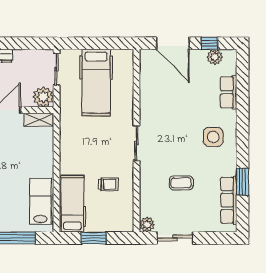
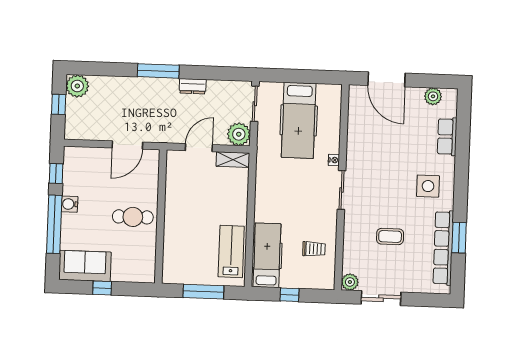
window: (209, 43) -> (428, 81), removed
nightstand: (129, 117) -> (334, 160), added
trolley: (108, 184) -> (314, 249), moved
row of seats: (229, 200) -> (443, 248), width x1.36
window: (94, 238) -> (289, 295), width x0.67

